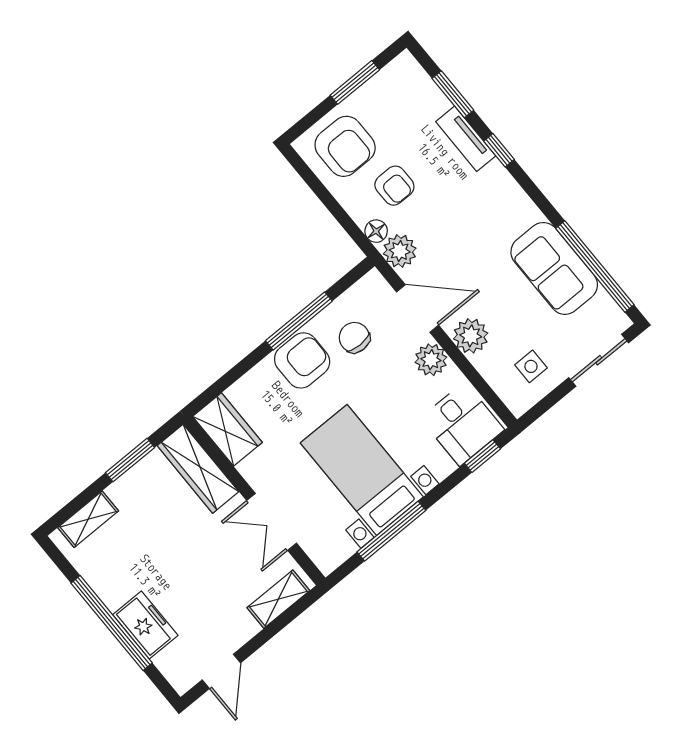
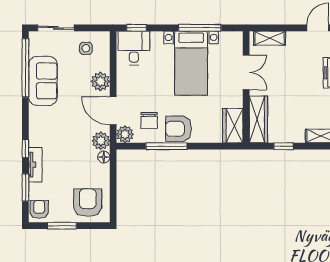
armchair: (394, 186) -> (39, 209), moved
plant: (431, 360) -> (125, 134), moved
window: (130, 460) -> (284, 146), width x0.67

